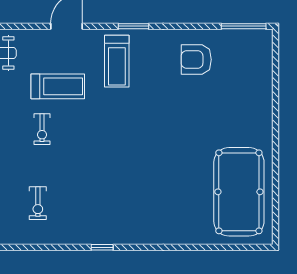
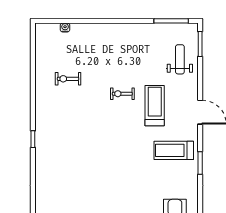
treadmill: (58, 86) -> (155, 106), turned 180
exercise bike: (38, 203) -> (68, 79), moved

